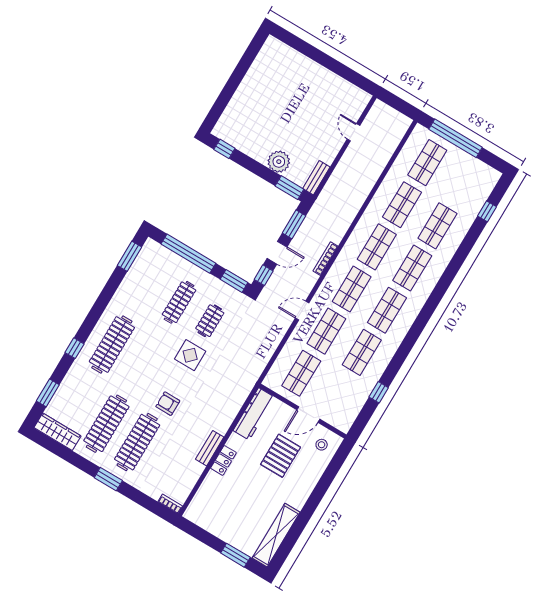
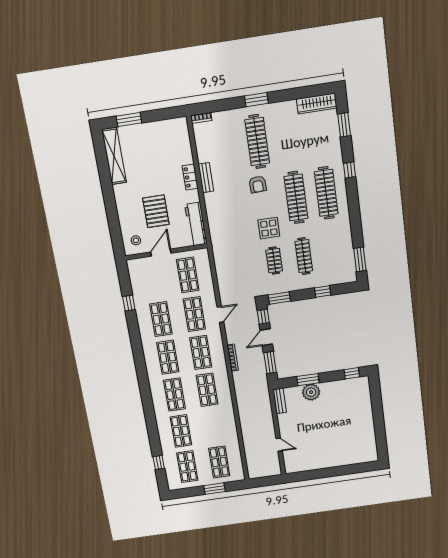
window: (456, 138) -> (214, 489), width x0.47
window: (289, 188) -> (308, 380), moved
shop shelf: (402, 205) -> (187, 467), moved
window: (188, 254) -> (323, 292), width x0.32
armchair: (168, 404) -> (258, 184), turned 87
clothes rail: (106, 424) -> (296, 197), moved

